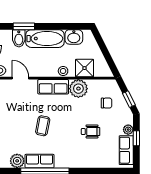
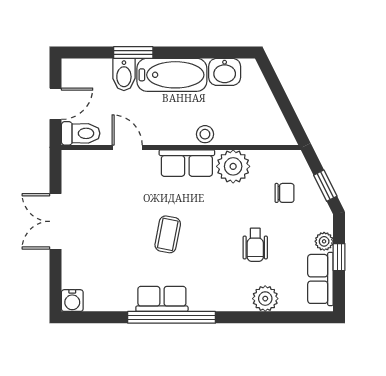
shower: (85, 68) -> (244, 129), removed
wheelchair: (91, 131) -> (255, 245), turned 90
plant: (17, 161) -> (265, 299), moved

